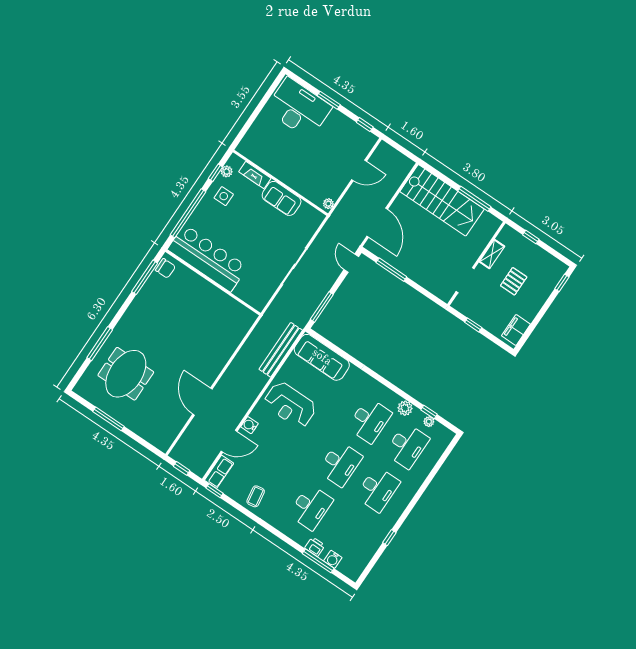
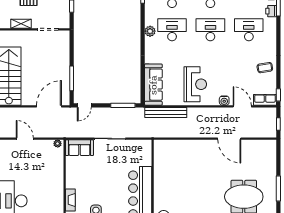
sofa: (282, 198) -> (79, 148), moved, turned 90
door: (202, 402) -> (229, 139), hinge flipped
plant: (405, 408) -> (150, 31), moved

